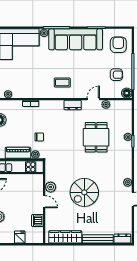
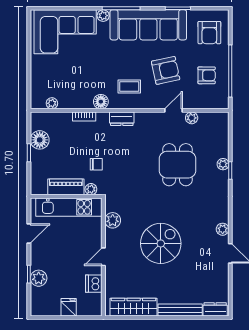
armchair: (118, 45) -> (209, 33), turned 180
armchair: (88, 71) -> (166, 70), added
floor lamp: (127, 93) -> (101, 102), moved
dresser: (73, 105) -> (122, 119), moved
plant: (51, 187) -> (113, 220), moved
spiral stairs: (84, 192) -> (161, 243), turned 180
door: (44, 202) -> (103, 257), swing flipped

